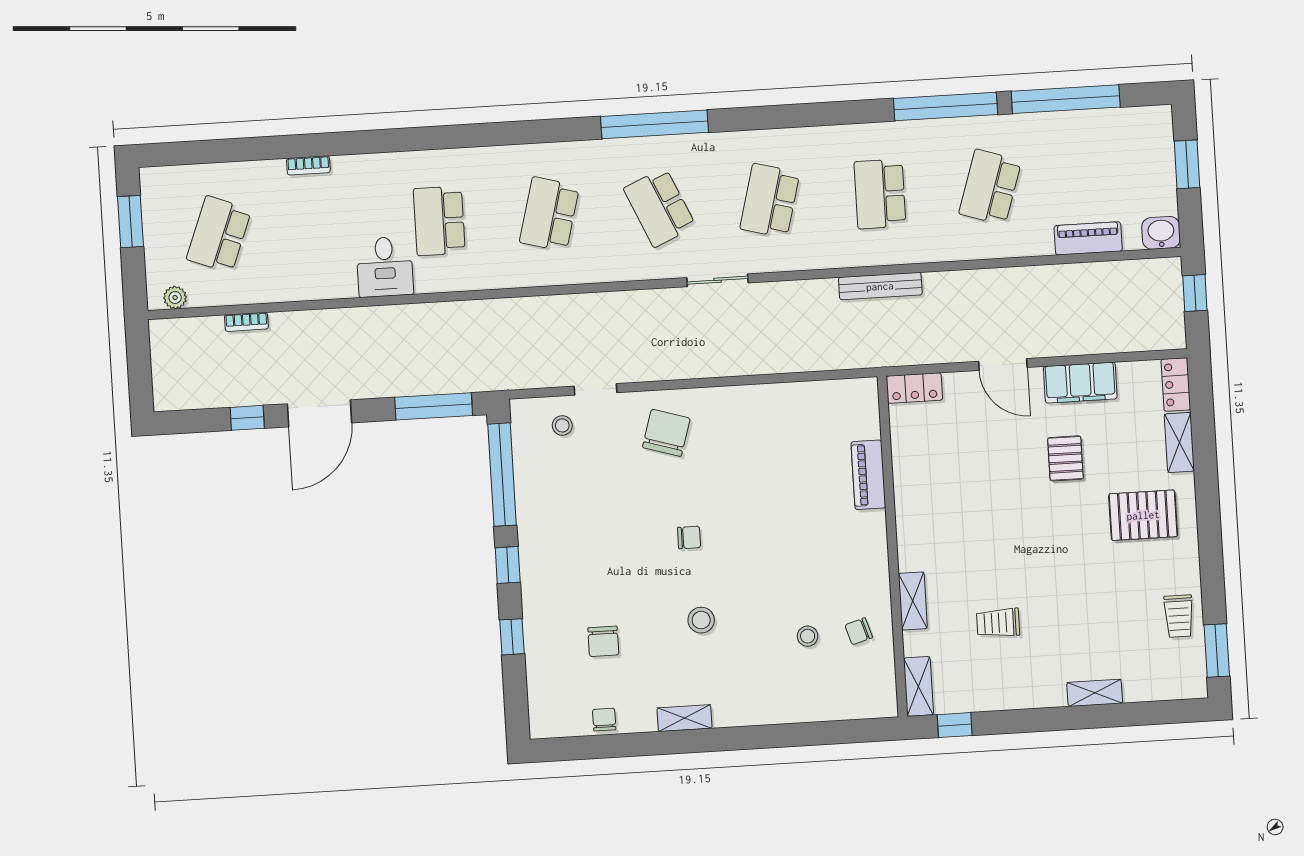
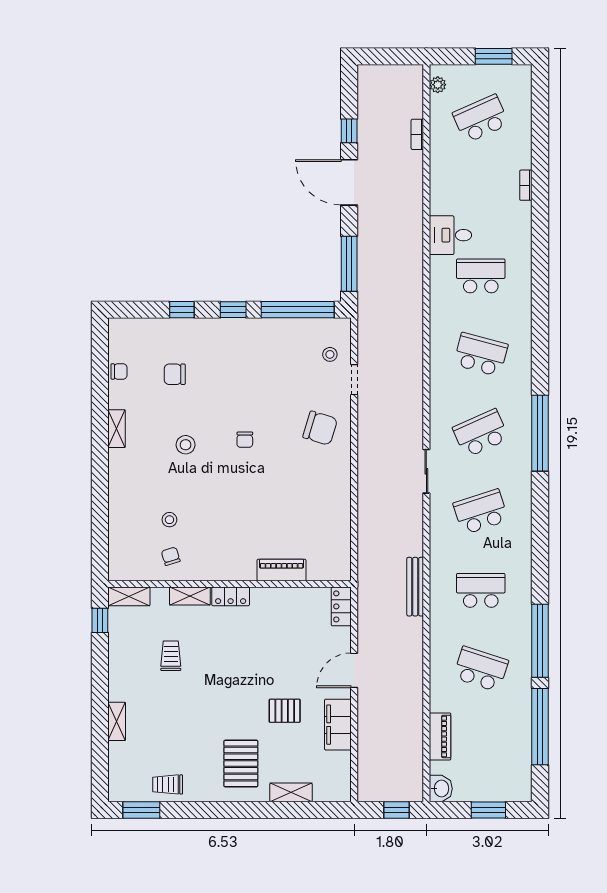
school desk: (770, 201) -> (481, 512), turned -33
school desk: (219, 234) -> (481, 119), turned -45
locker: (1176, 385) -> (231, 596), moved, turned 180

